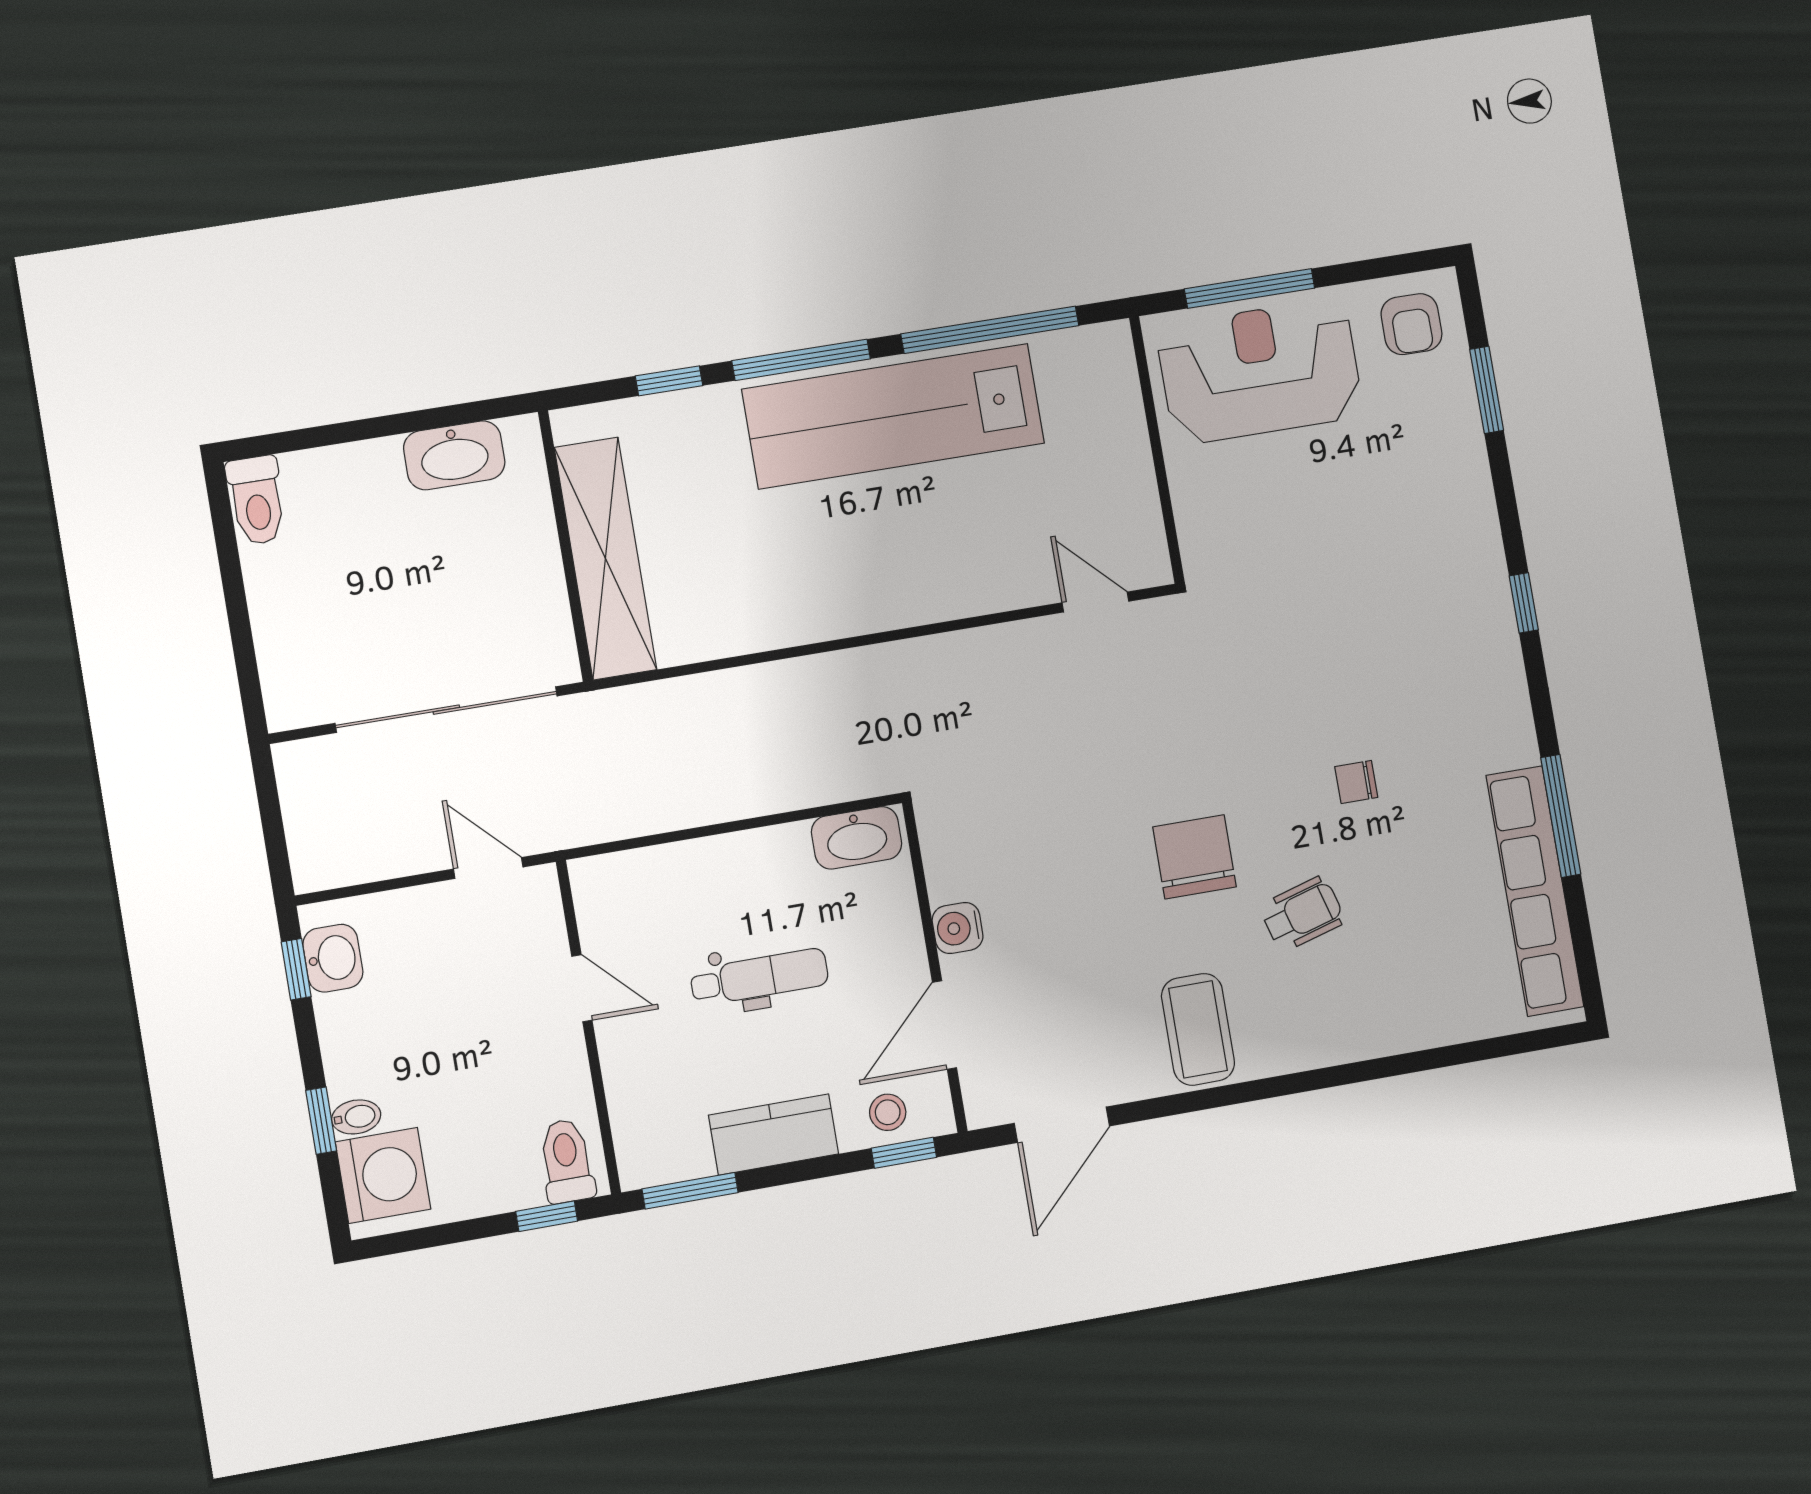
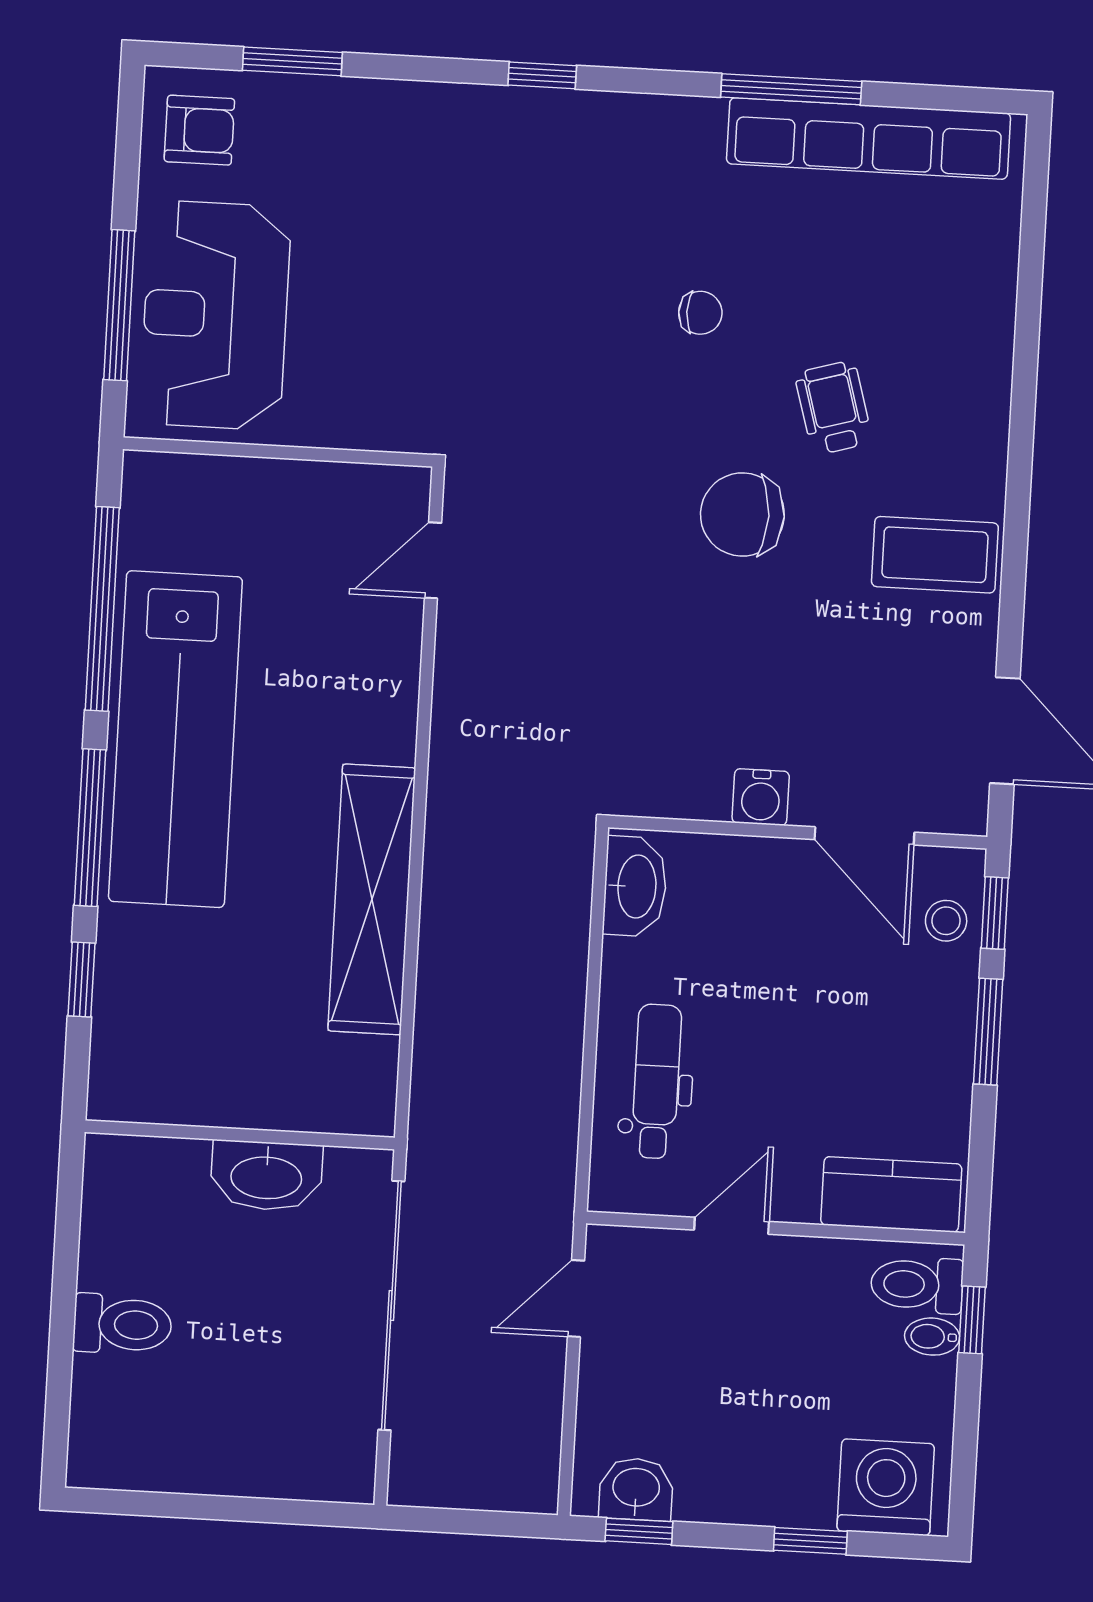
washbasin: (454, 455) -> (266, 1176), moved, turned 90
toilet: (257, 500) -> (122, 1324), moved
shelving: (605, 558) -> (372, 899), moved, turned 90
chair: (1356, 782) -> (700, 313), turned -90
dental chair: (759, 977) -> (656, 1081), moved
bidet: (356, 1117) -> (932, 1337), moved, turned -90
kitchen counter: (774, 1135) -> (891, 1194), moved, turned 90
window: (690, 1191) -> (988, 1032), moved

